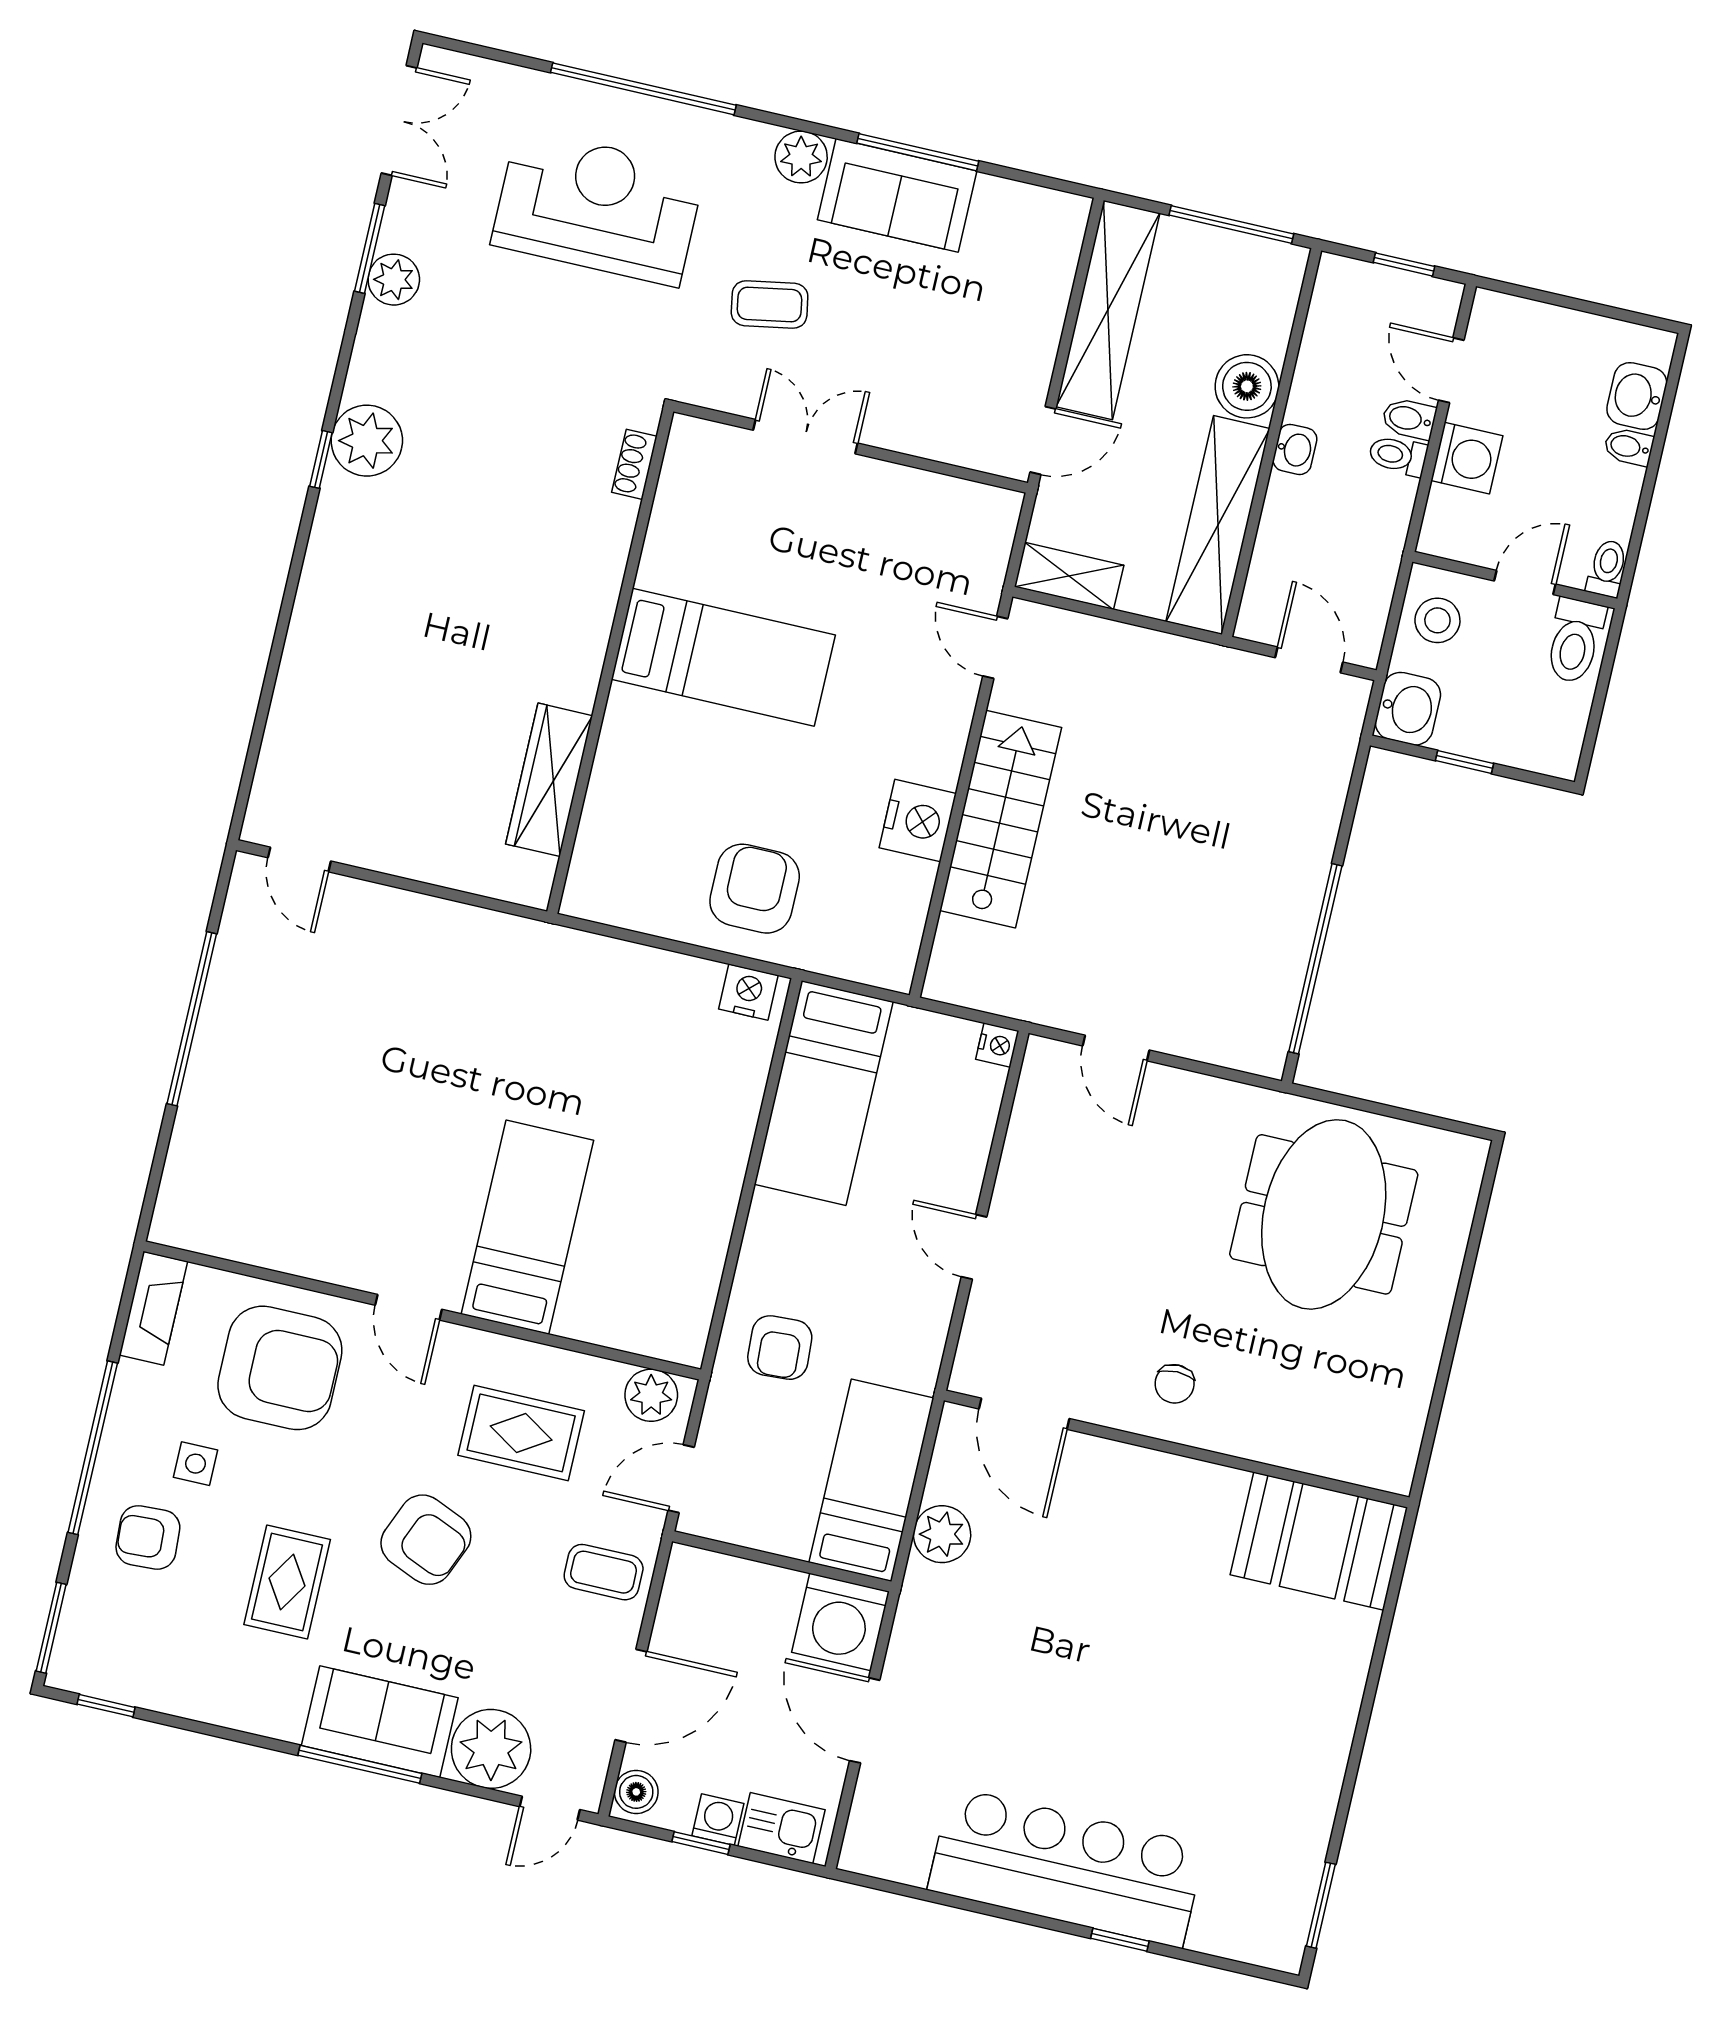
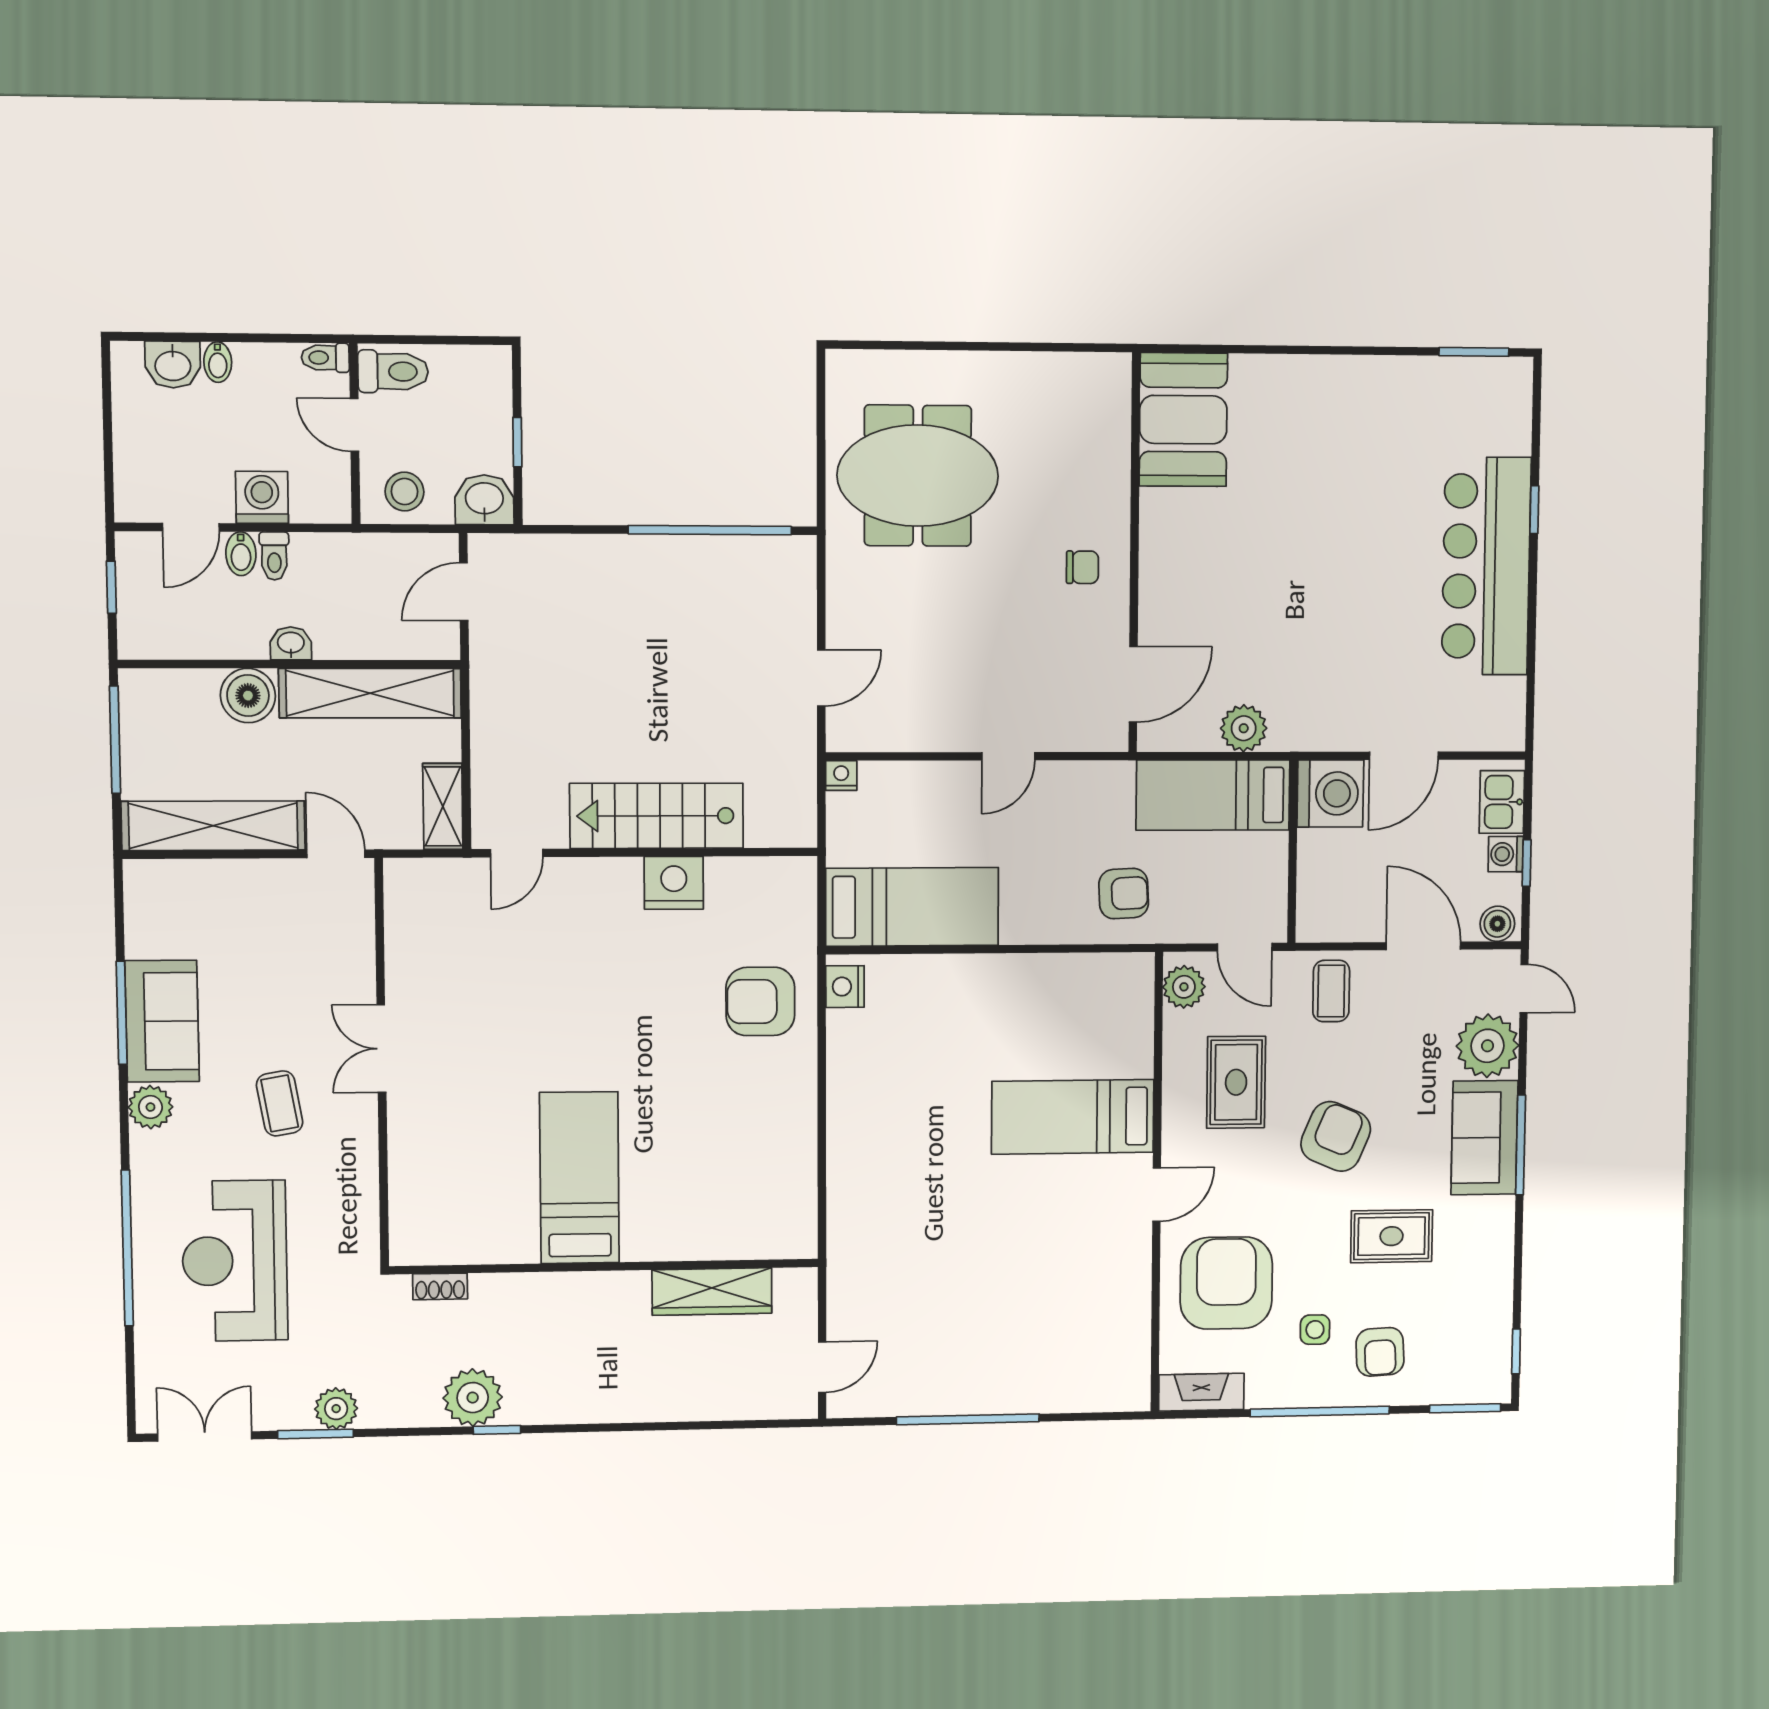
shoe rack: (634, 464) -> (440, 1286), moved
bed: (723, 657) -> (579, 1178), moved
wall: (610, 661) -> (605, 1267), moved
wardrobe: (549, 780) -> (712, 1291), moved

